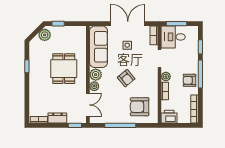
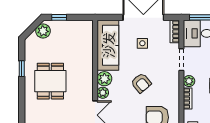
dining table: (64, 69) -> (50, 81), moved

